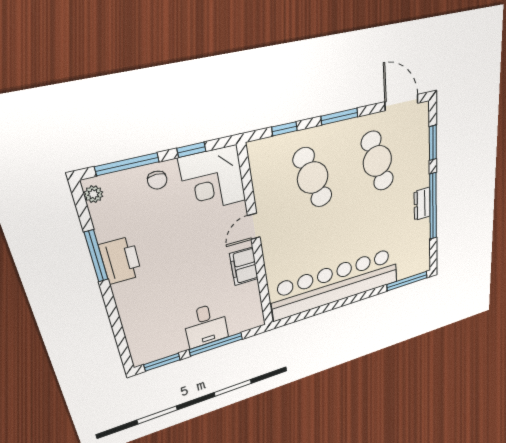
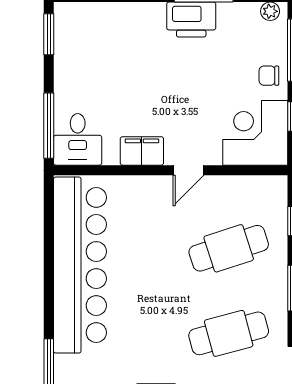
door: (254, 226) -> (188, 170), swing flipped
desk: (206, 325) -> (78, 139), moved, turned -90
window: (216, 344) -> (49, 126), moved

